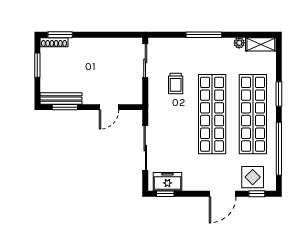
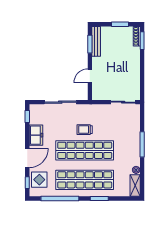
trolley: (176, 83) -> (85, 130), moved
door: (109, 107) -> (90, 76), hinge flipped
freezer: (167, 182) -> (36, 135), moved
door: (223, 194) -> (27, 158), swing flipped

